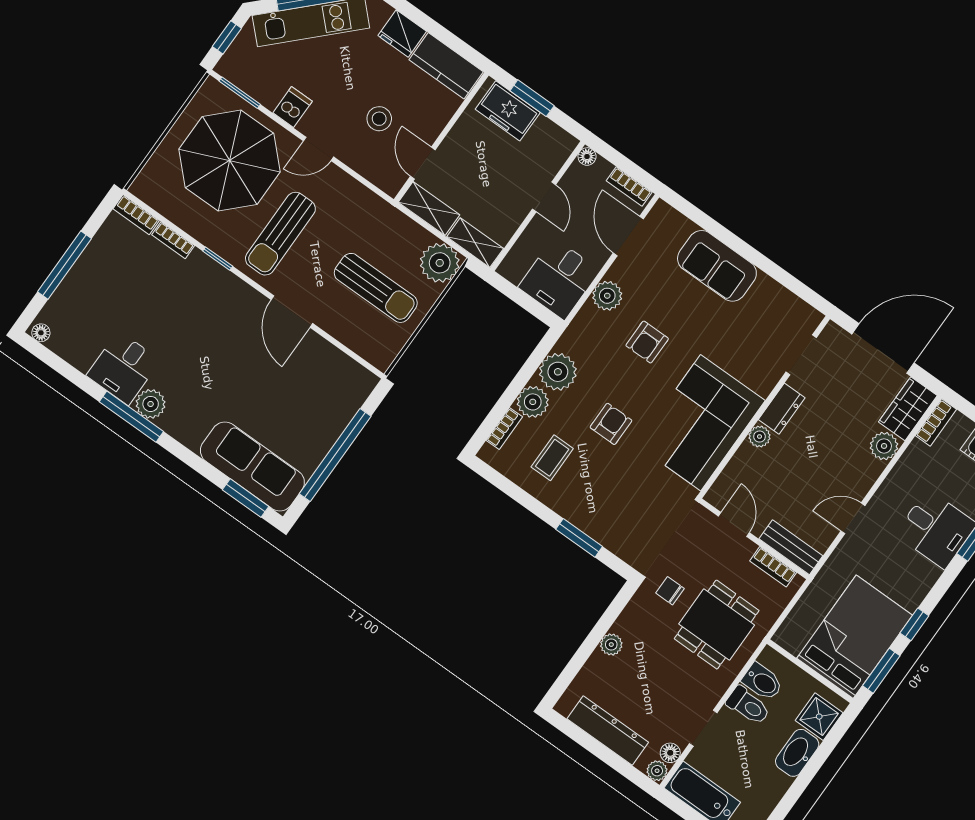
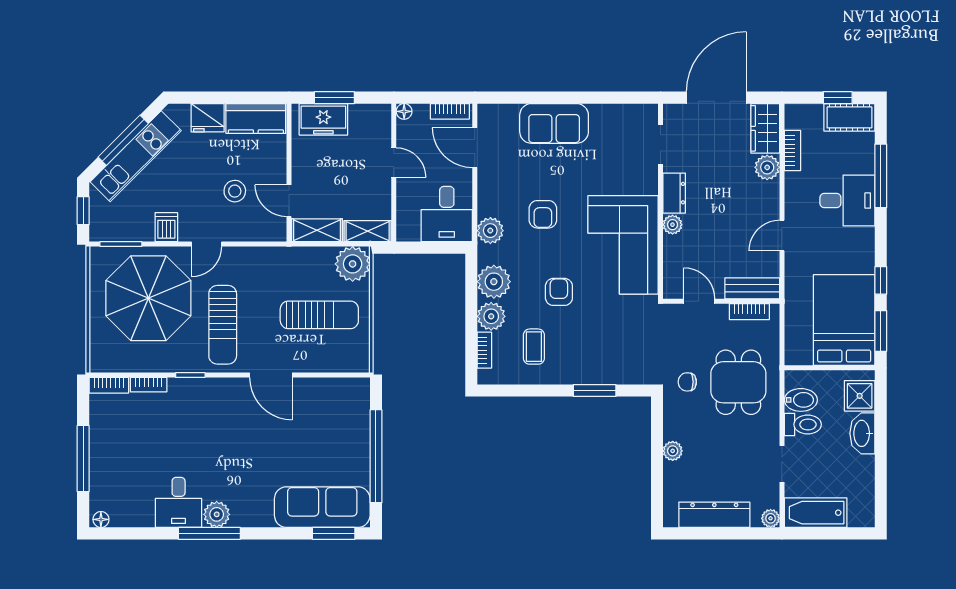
plant: (607, 296) -> (490, 231), moved
bookcase: (936, 422) -> (792, 150), moved
floor lamp: (670, 753) -> (771, 499), removed

